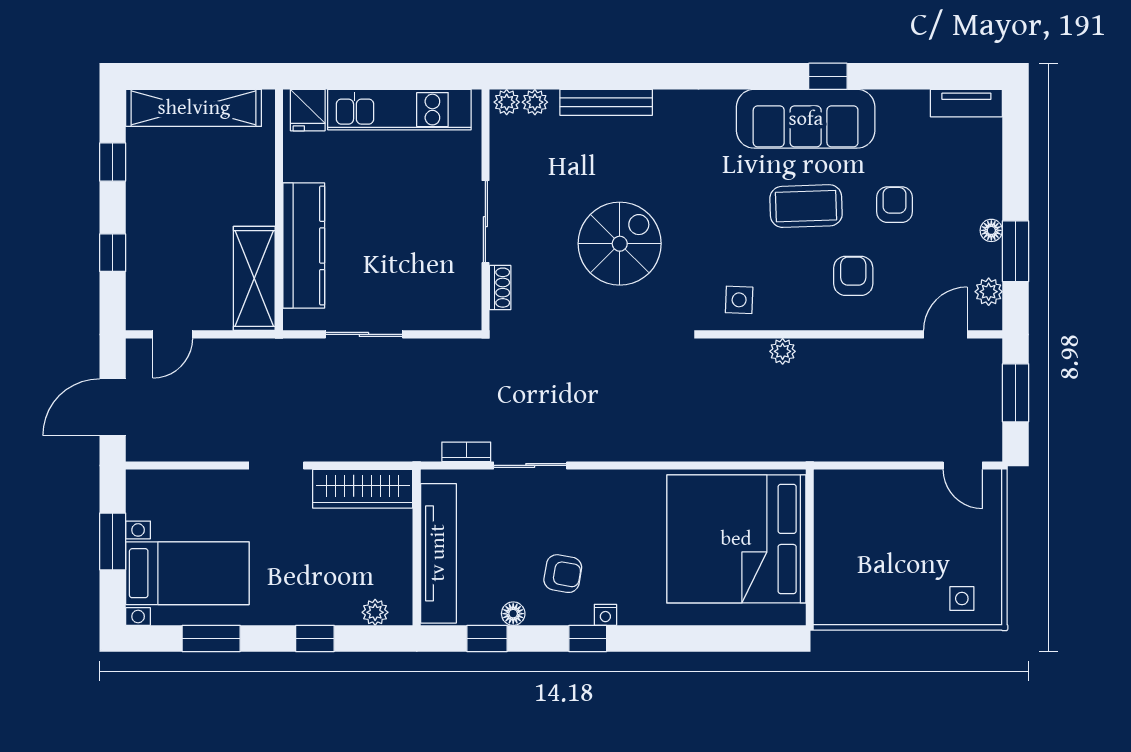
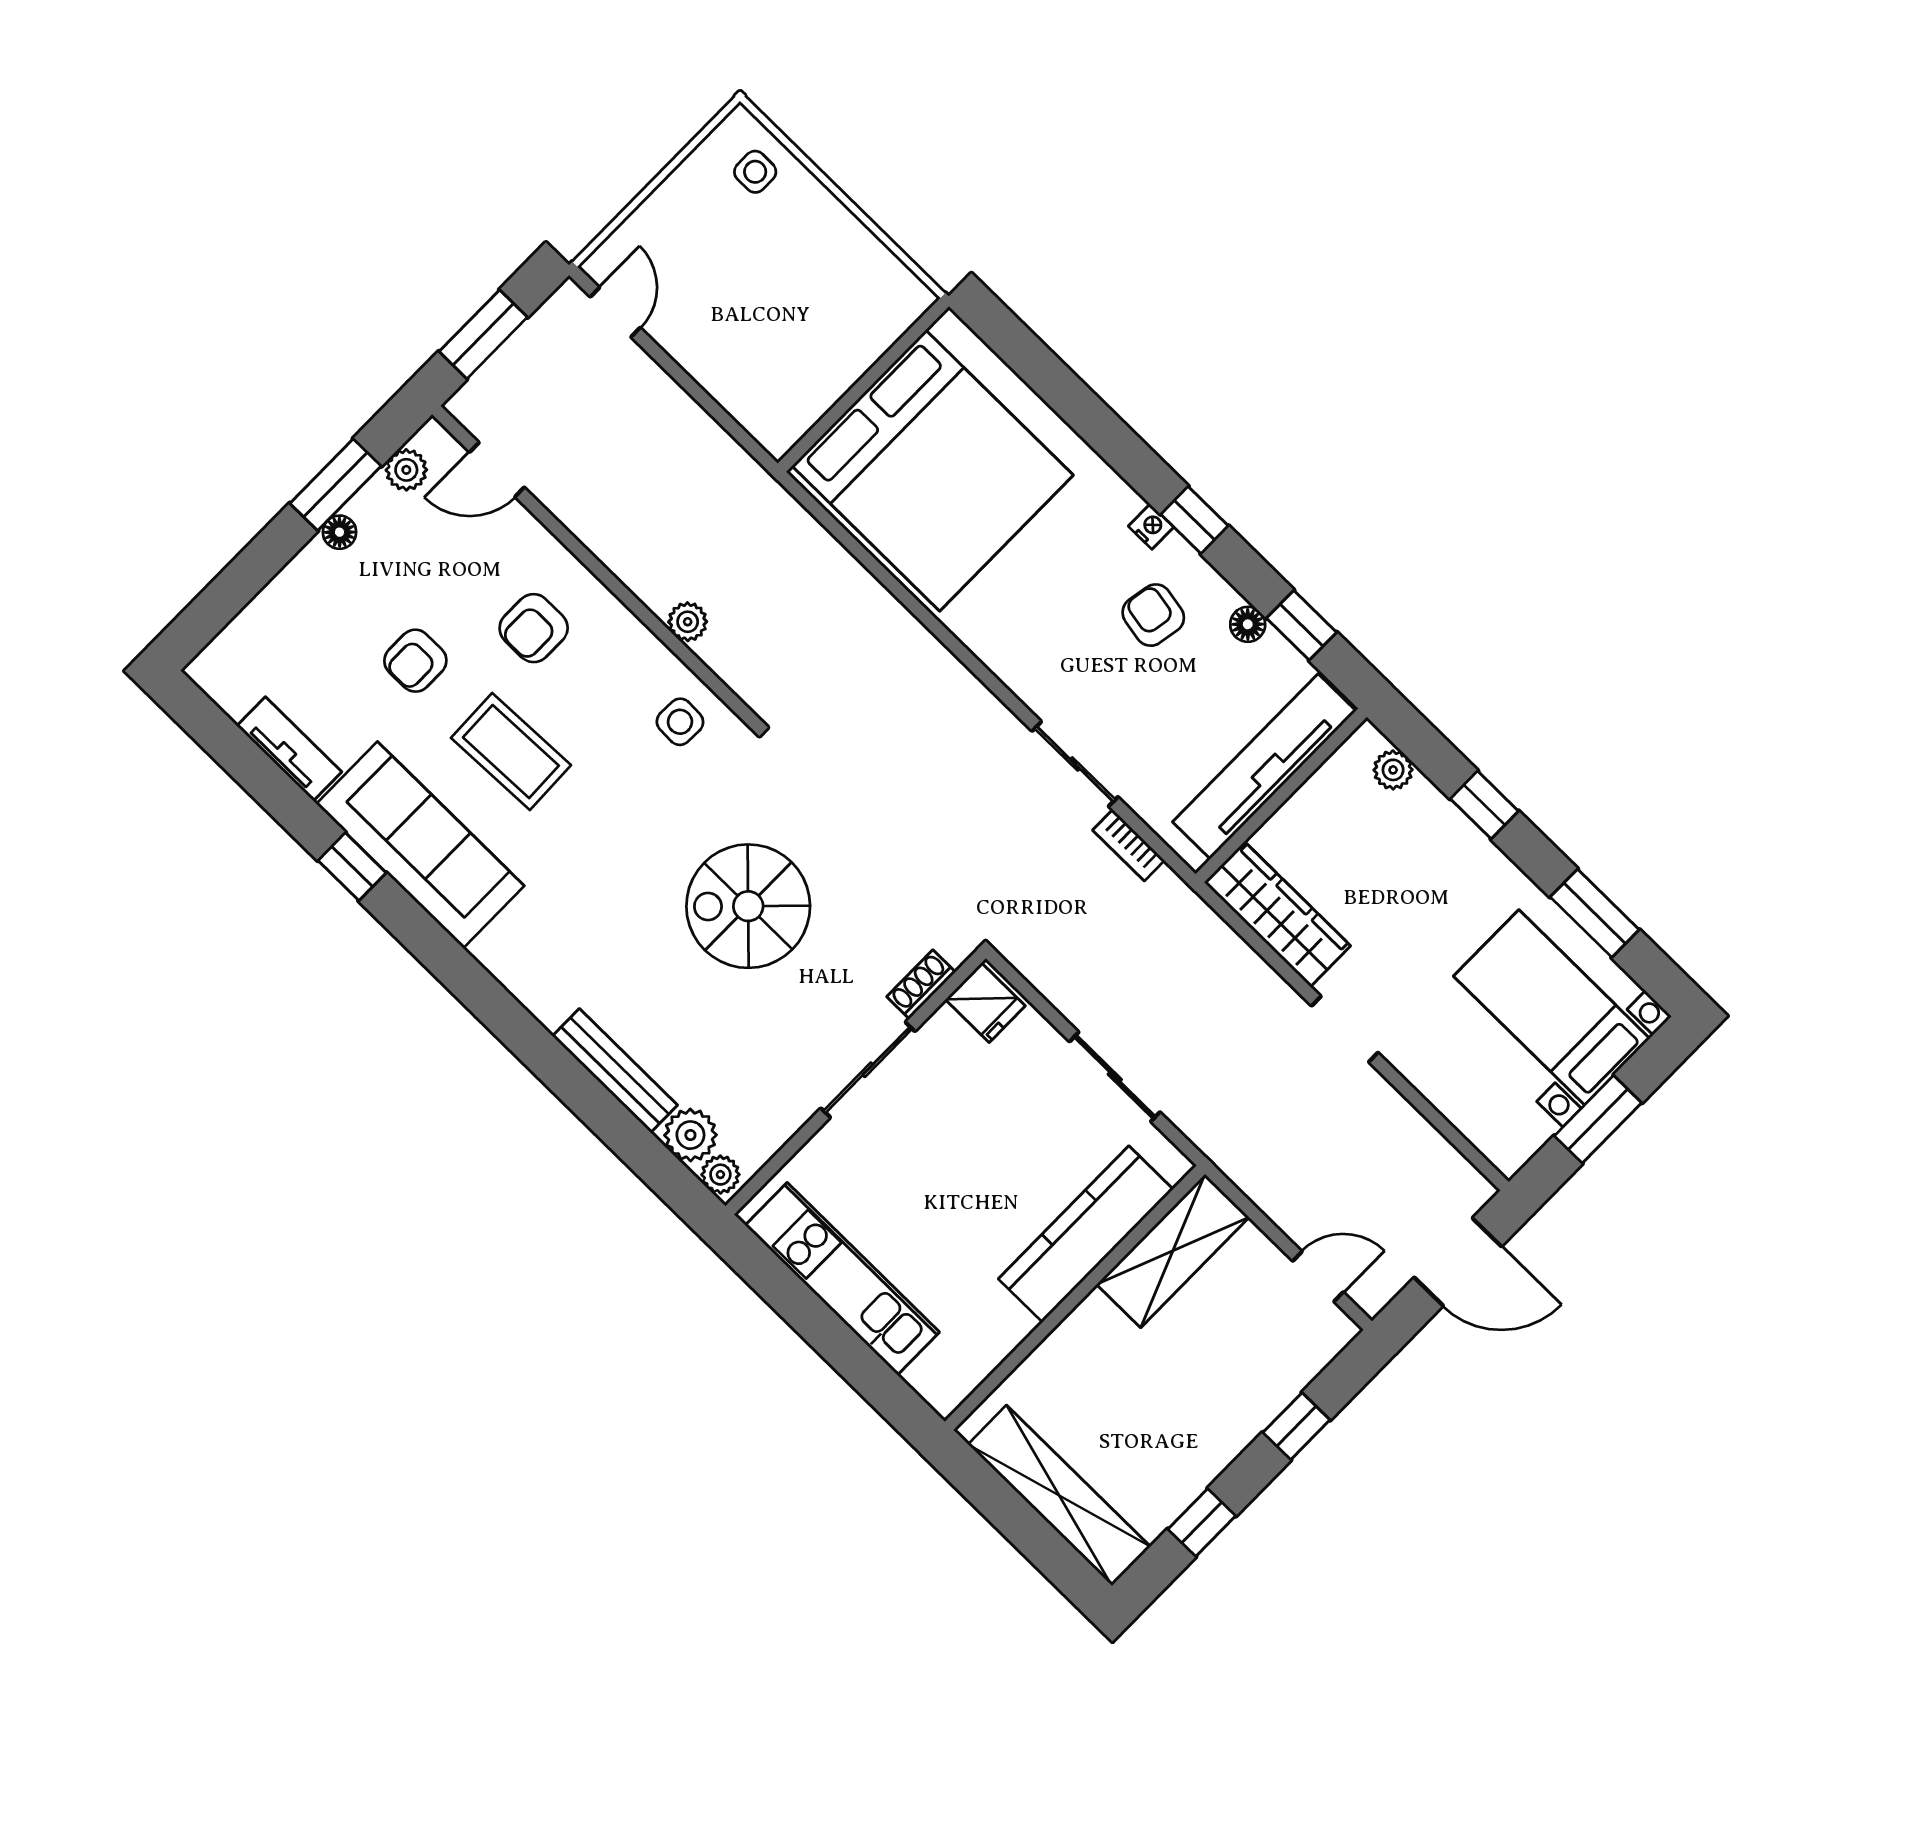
plant: (535, 102) -> (690, 1135), width x1.38, depth x1.38
tv unit: (966, 103) -> (289, 749), moved
fridge: (308, 110) -> (985, 1003), moved, turned 90

